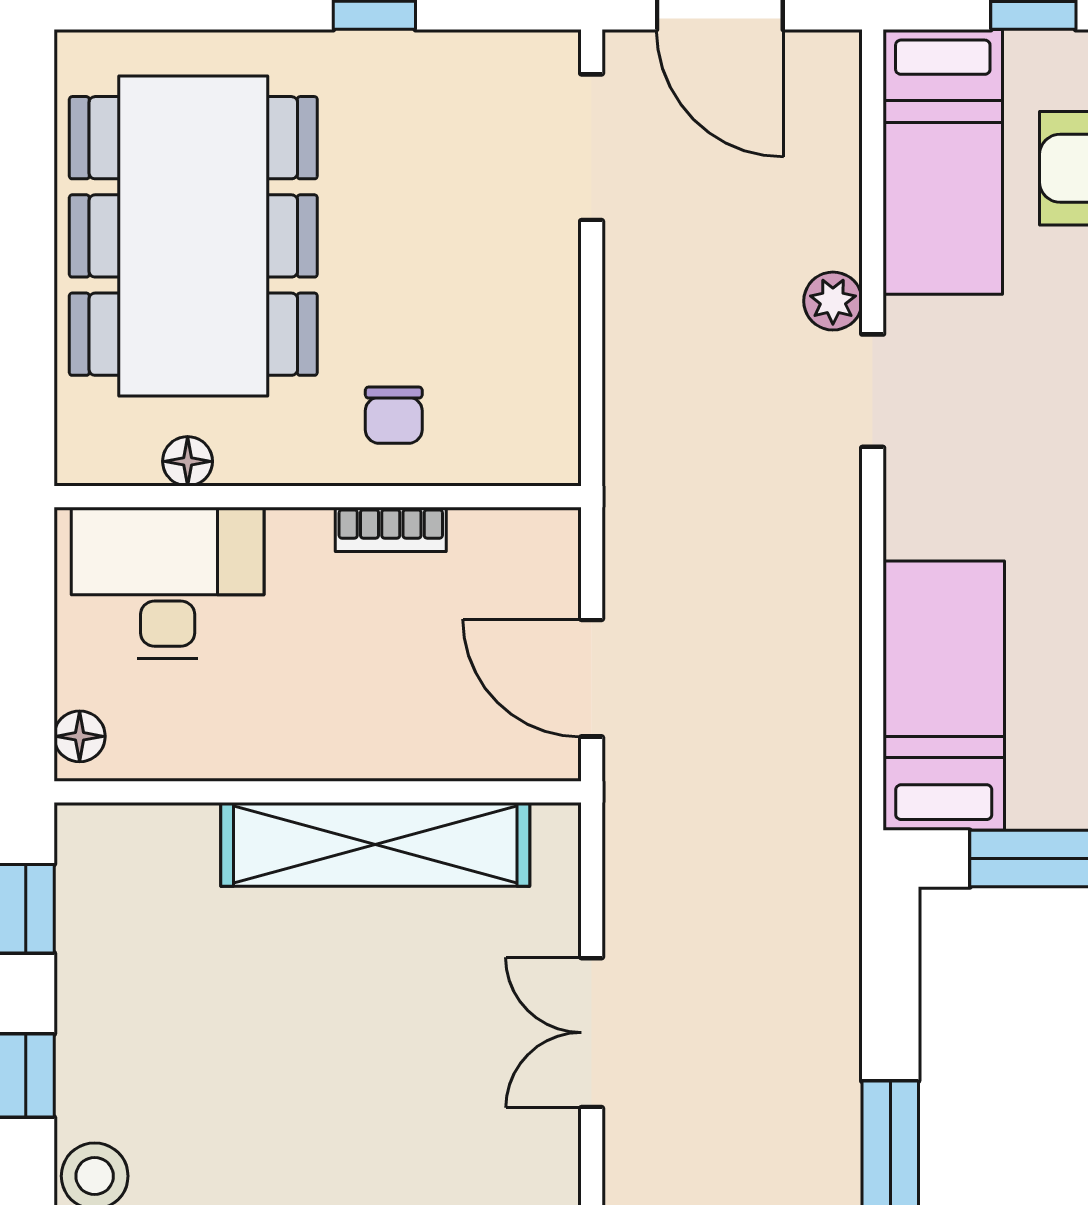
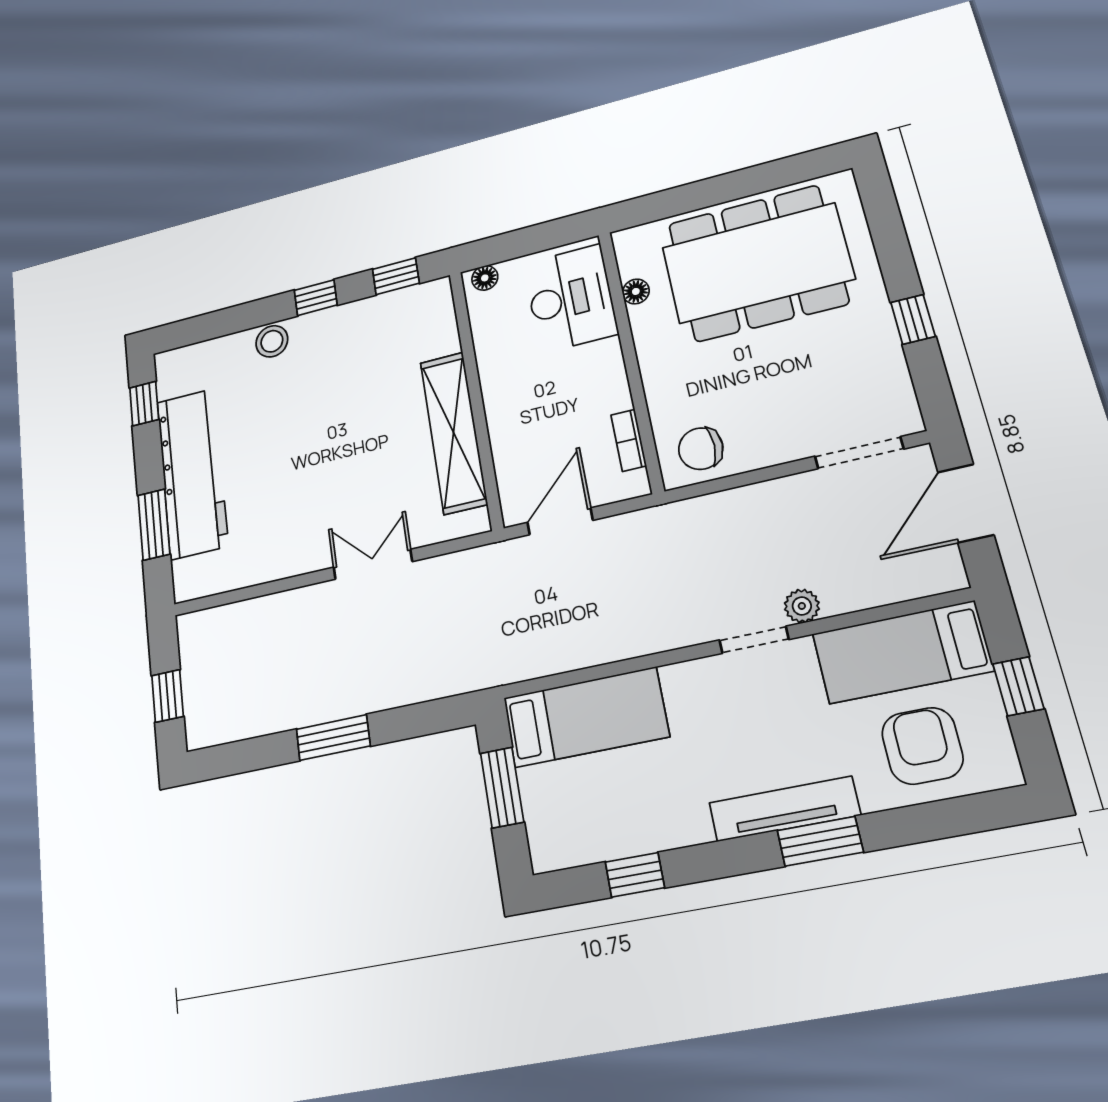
chair: (394, 415) -> (701, 449), moved, width x1.37, depth x1.37
bookcase: (391, 529) -> (629, 440), moved

